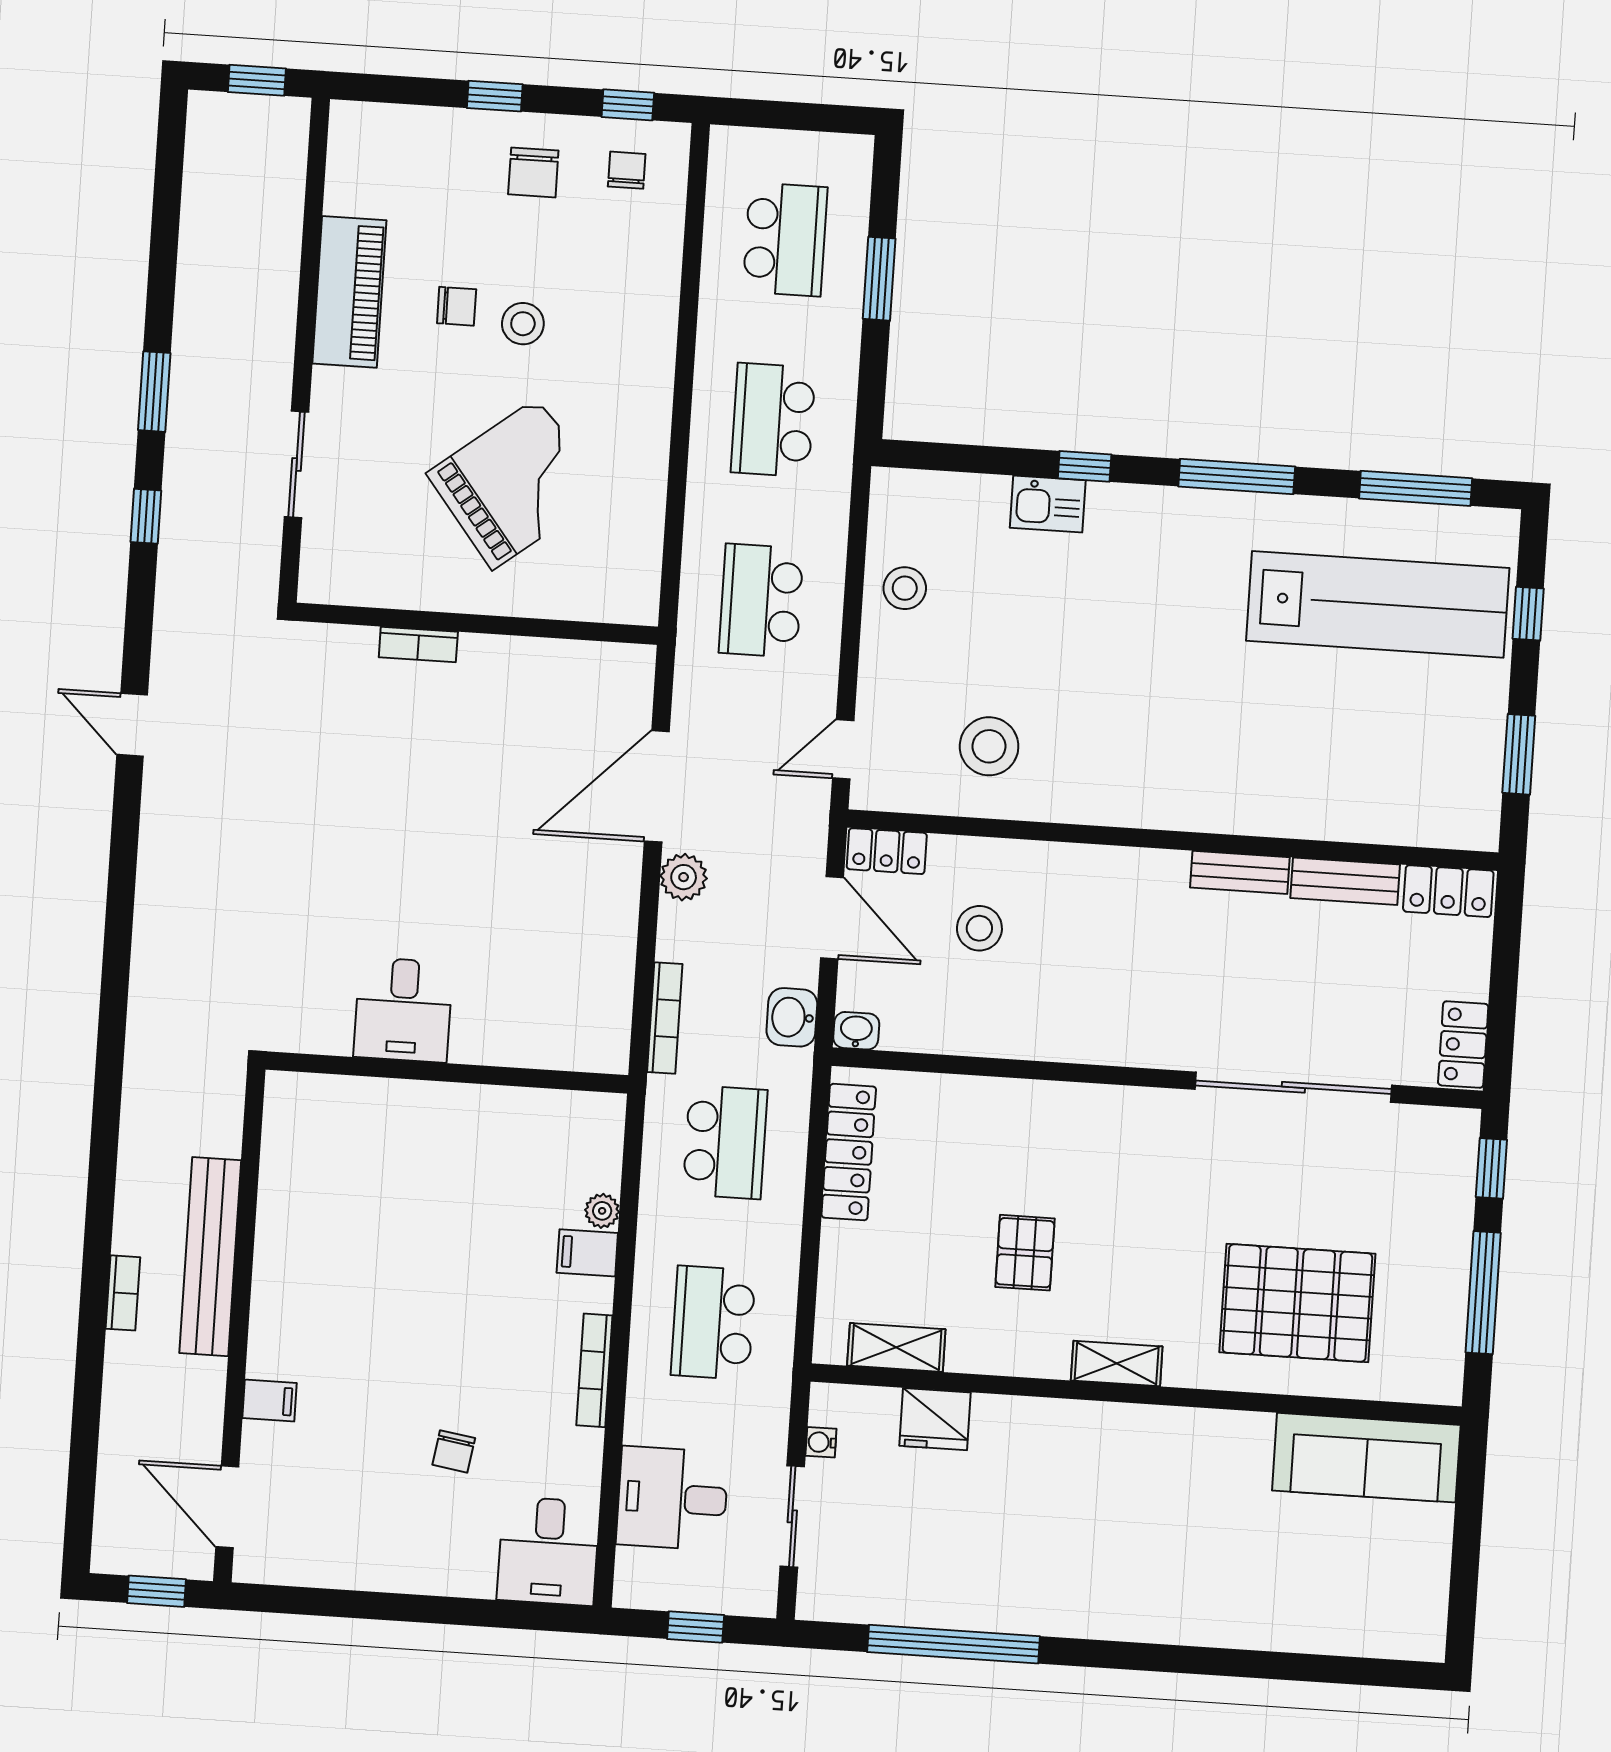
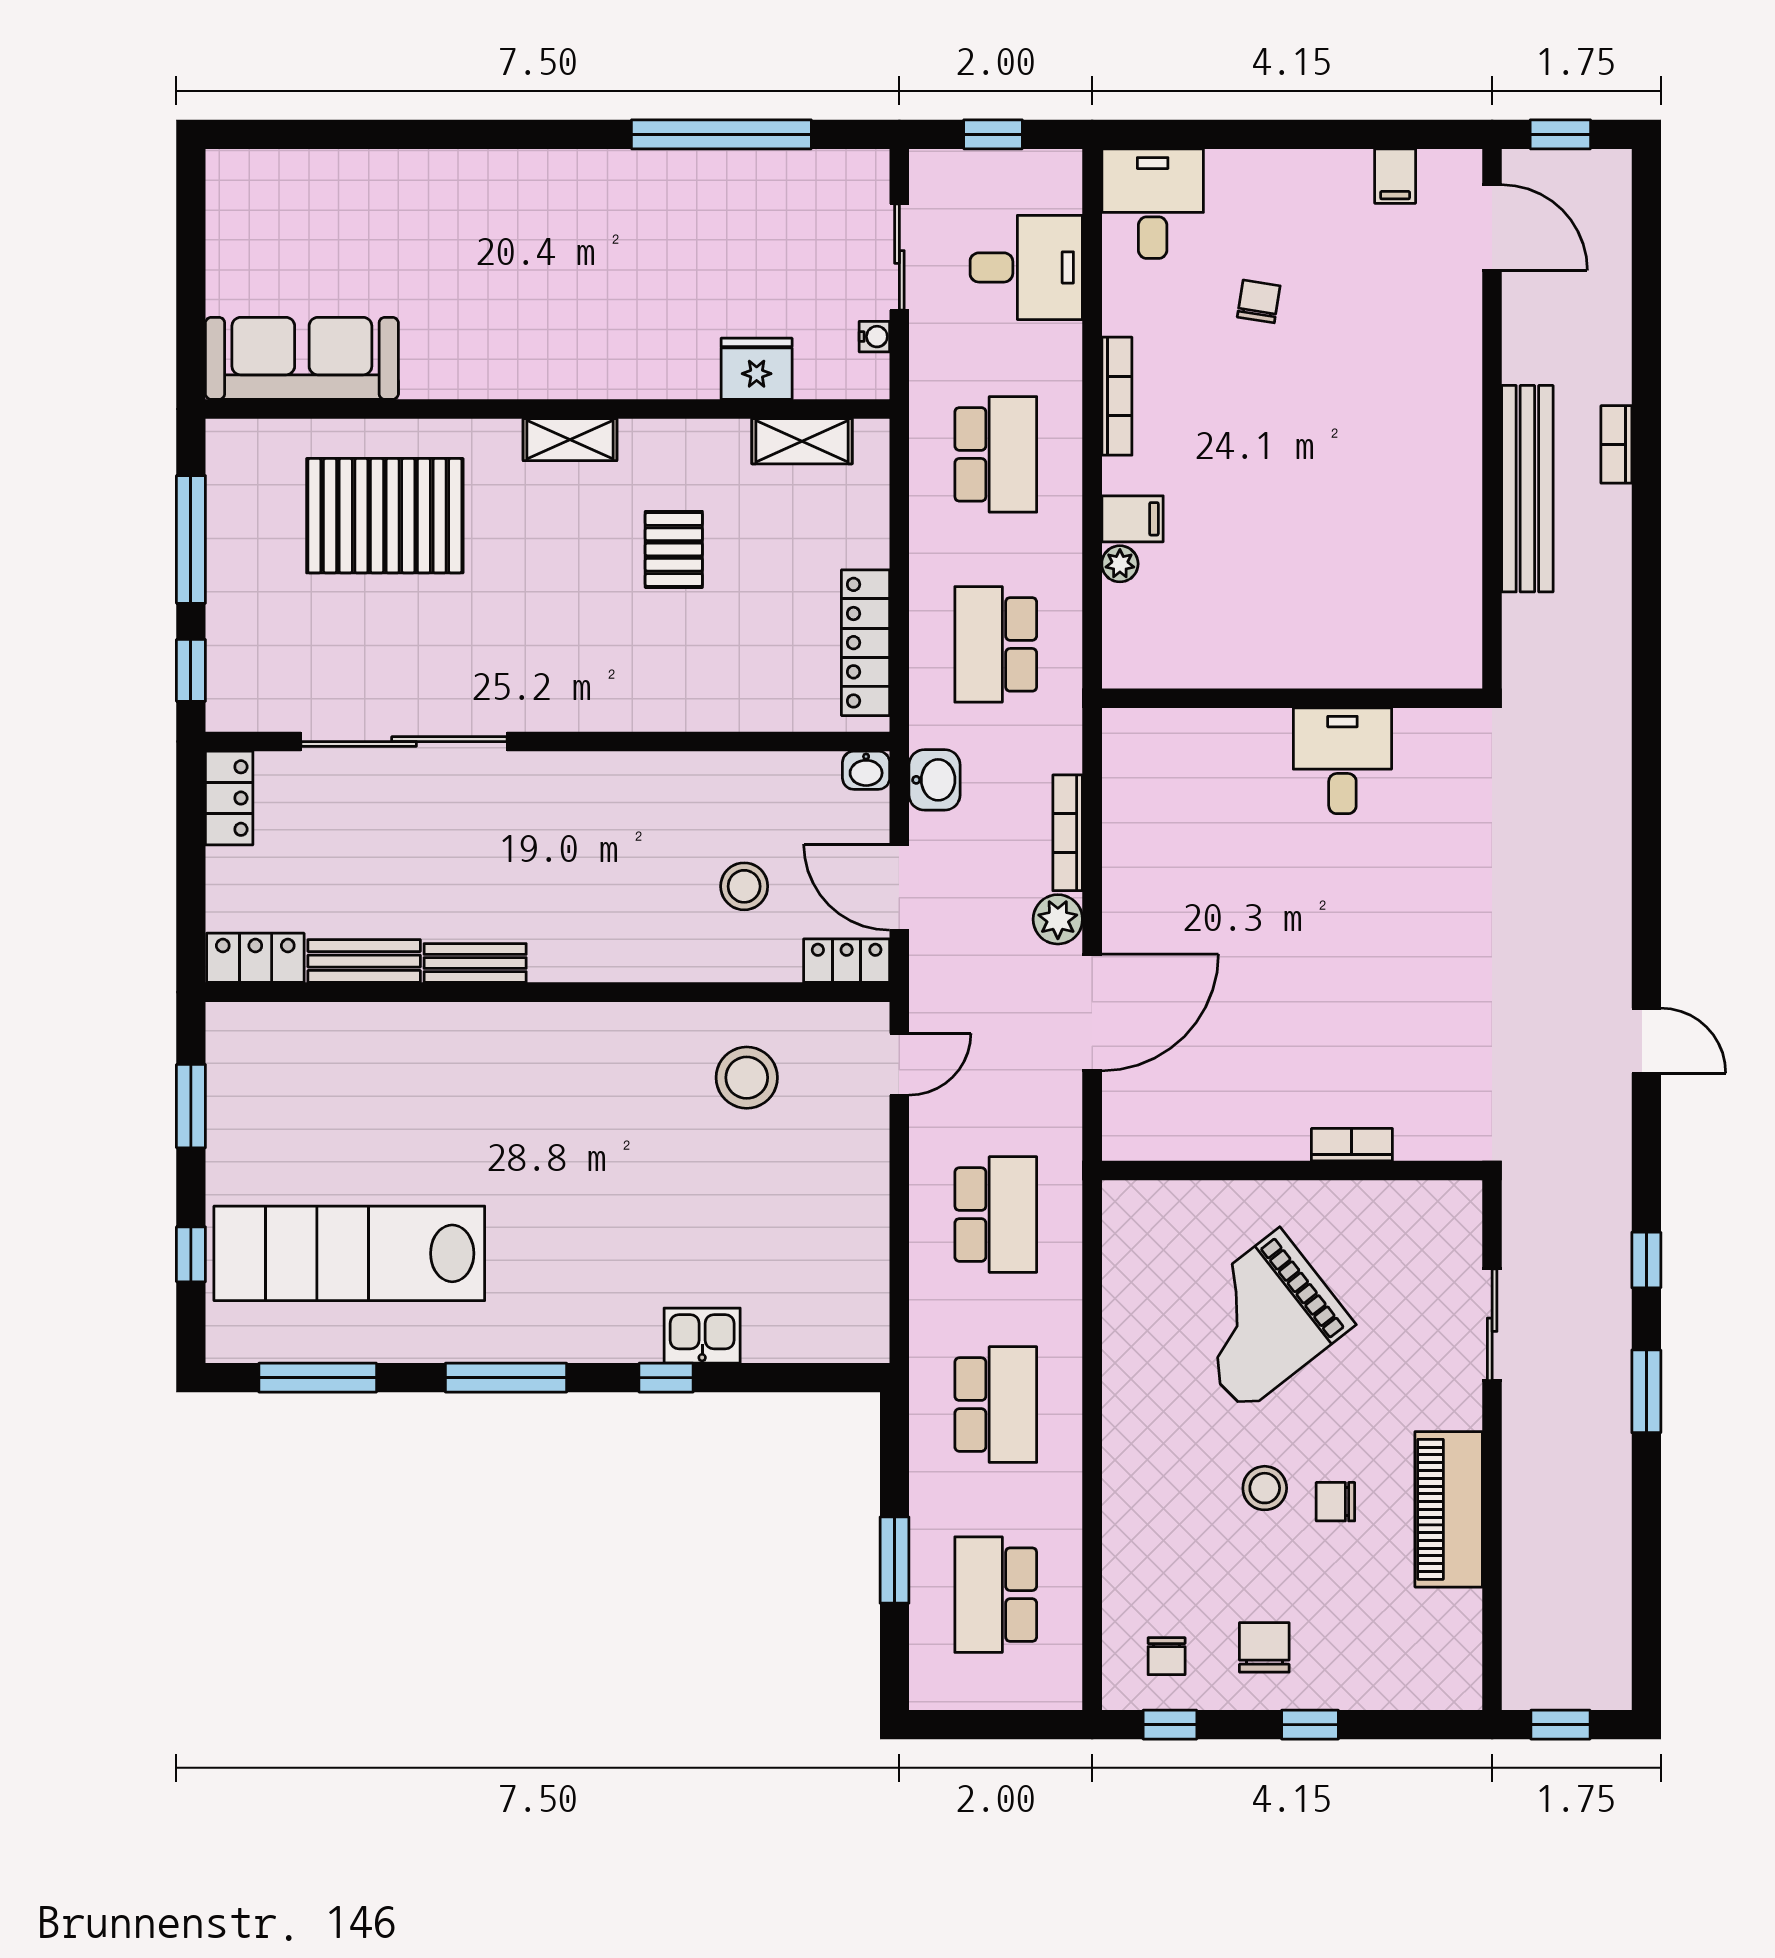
stool: (905, 588) -> (846, 1238), removed
bookcase: (665, 1018) -> (1068, 833), moved
filing cabinet: (270, 1400) -> (1395, 176), moved, turned -90

